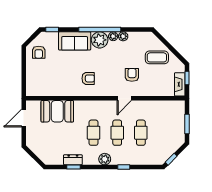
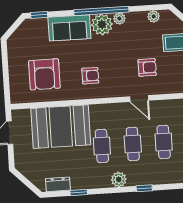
plant: (123, 36) -> (154, 16), moved
armchair: (39, 52) -> (44, 74), moved, width x1.88, depth x1.88
armchair: (132, 75) -> (147, 67), turned 90
door: (124, 98) -> (139, 99), hinge flipped
booth: (57, 111) -> (61, 127), width x1.36, depth x1.42
dresser: (73, 160) -> (58, 184), moved

